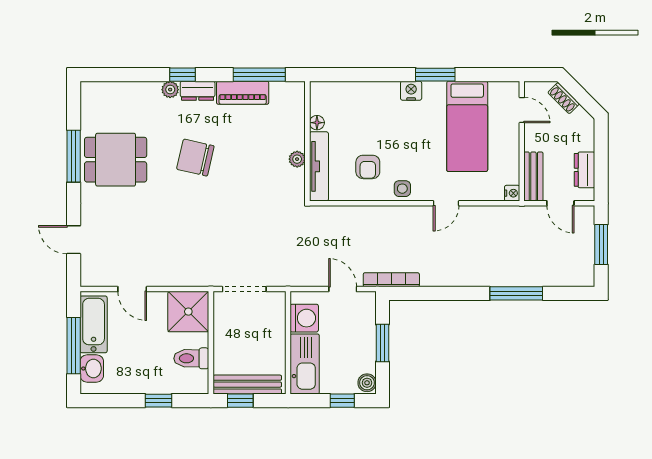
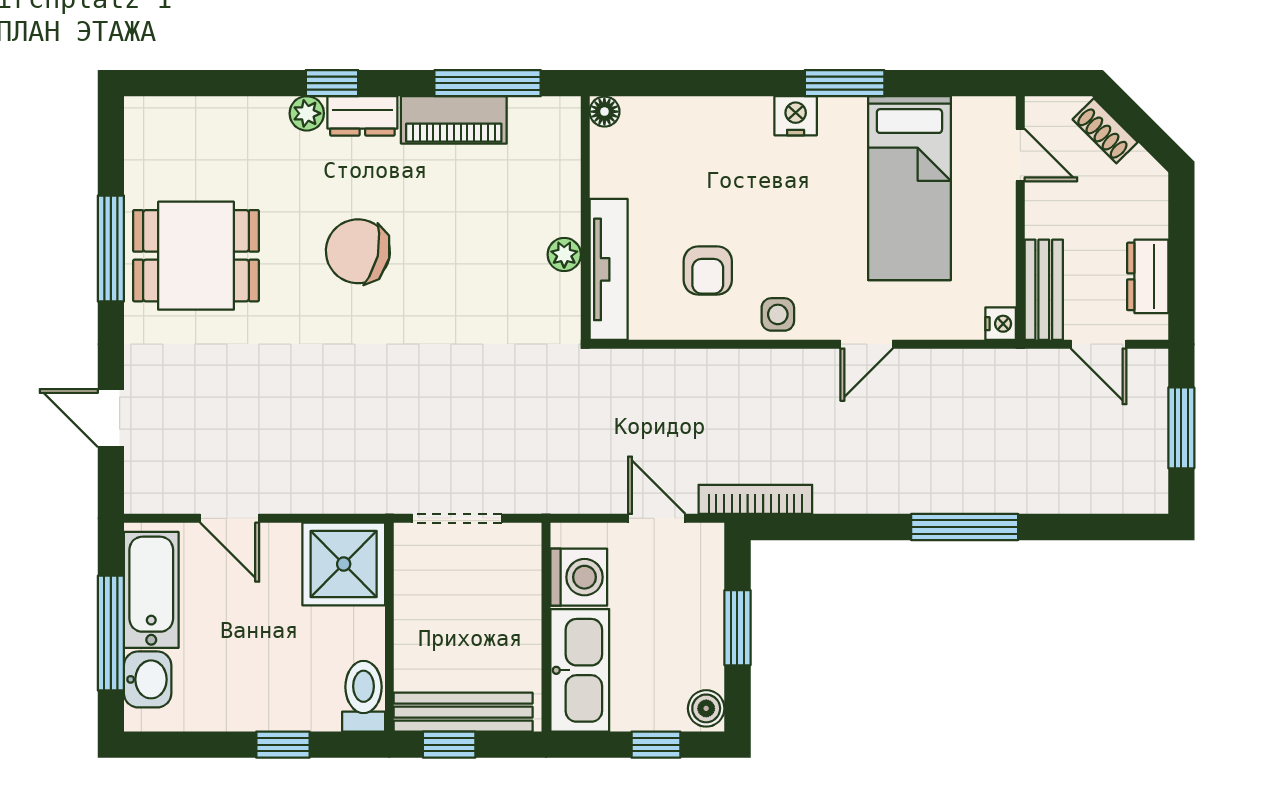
floor lamp: (317, 123) -> (604, 112), moved
window: (516, 293) -> (965, 527), moved
toilet: (191, 358) -> (364, 696), moved, turned 90

